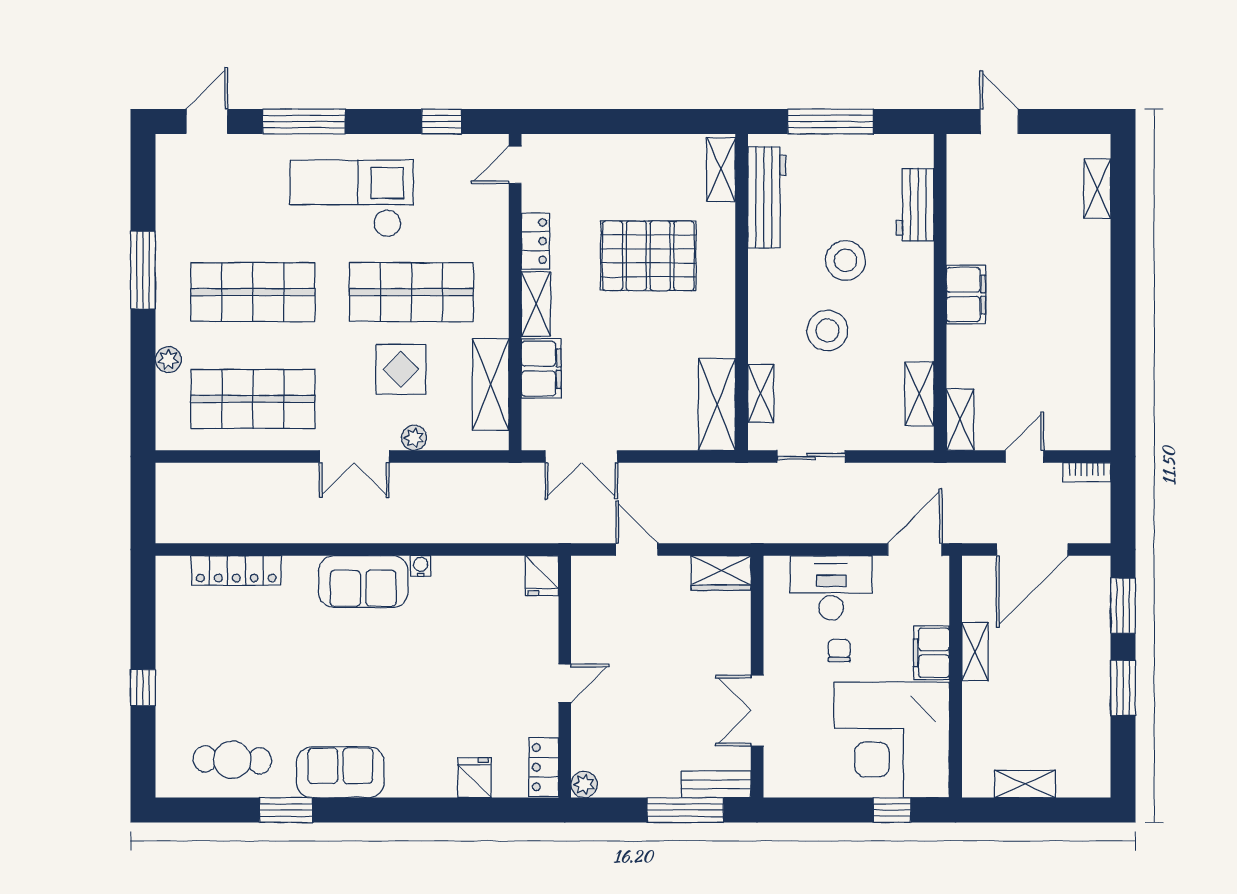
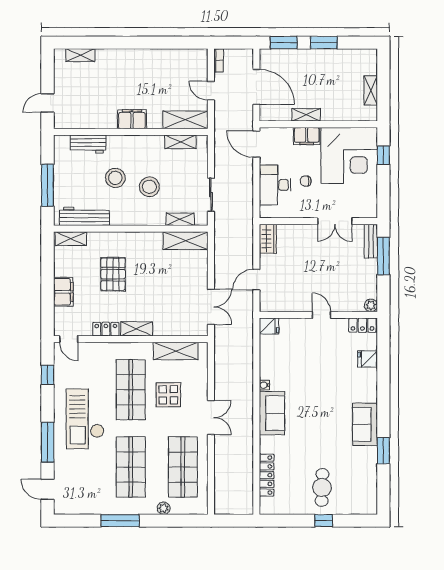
pallet: (648, 256) -> (113, 274), width x0.73, depth x0.71
filing cabinet: (541, 369) -> (63, 292), moved, turned 90
shelving: (960, 420) -> (185, 120), width x1.50, depth x1.33
plant: (414, 438) -> (202, 388), removed
cafe table: (232, 760) -> (322, 487), moved

